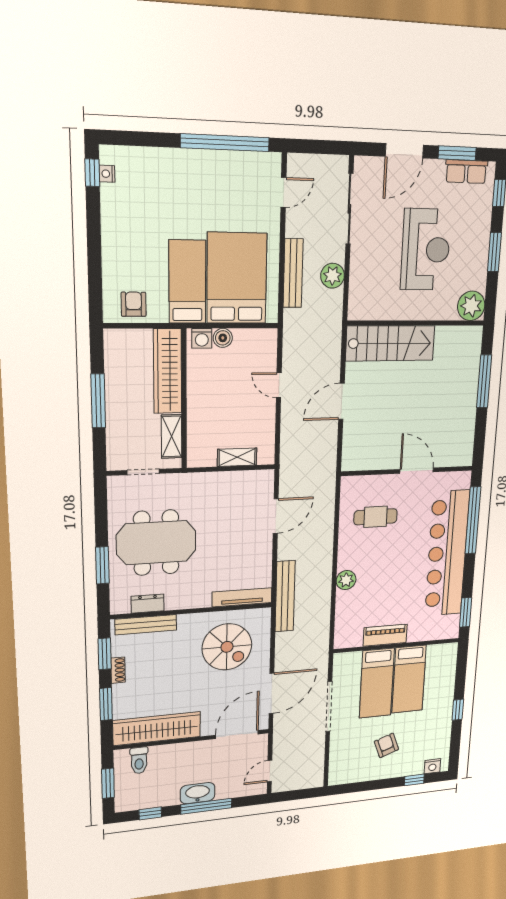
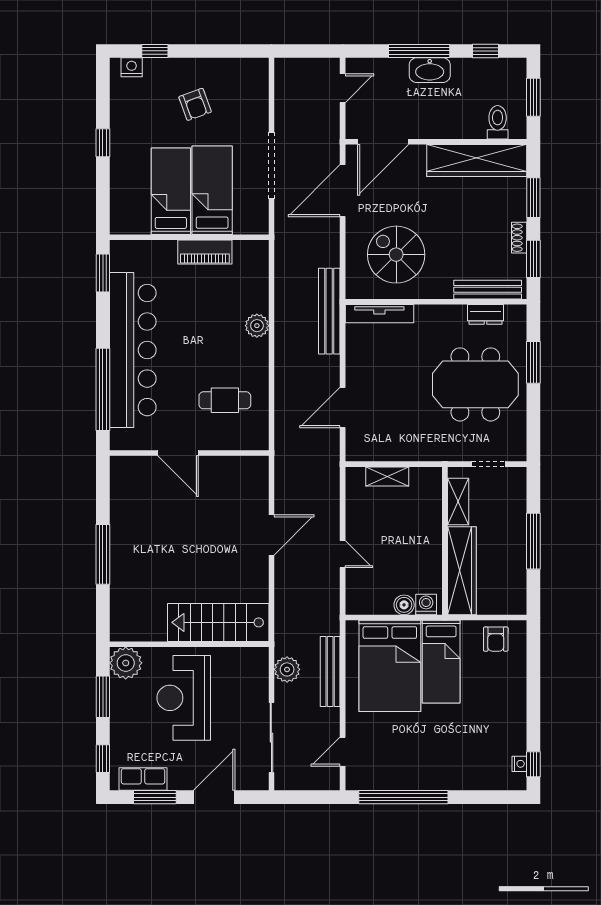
plant: (471, 306) -> (126, 663), moved
wall: (416, 323) -> (189, 644), moved
stairs: (390, 343) -> (218, 622), moved

